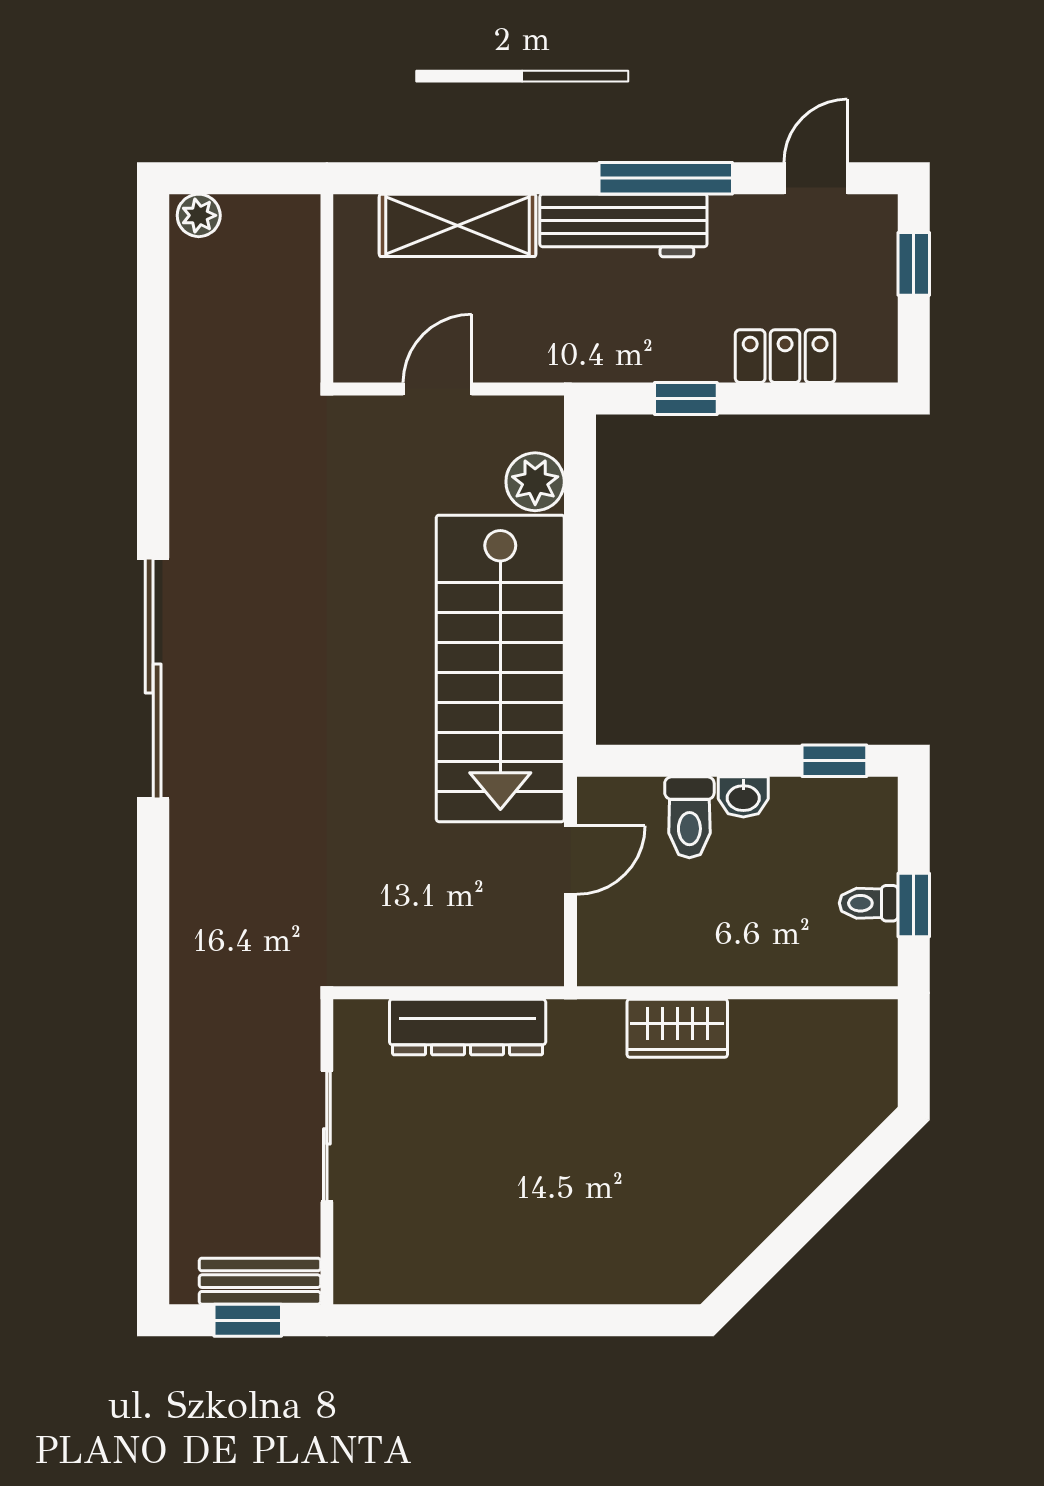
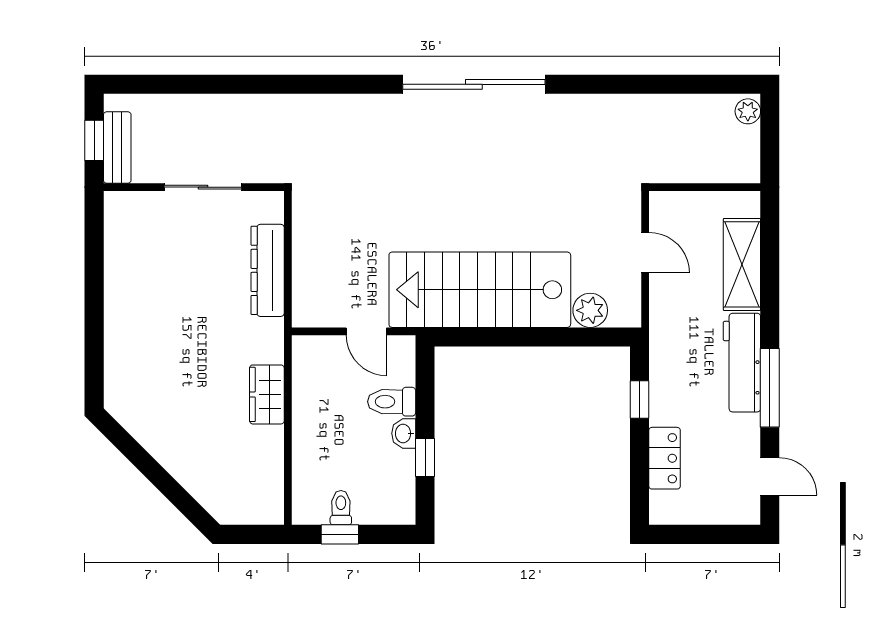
window: (914, 264) -> (719, 534), removed
window: (834, 761) -> (425, 458), moved

